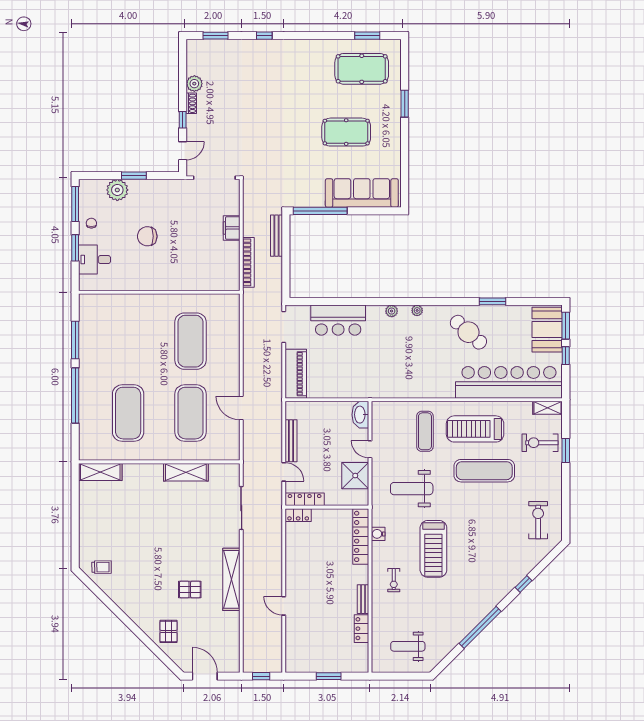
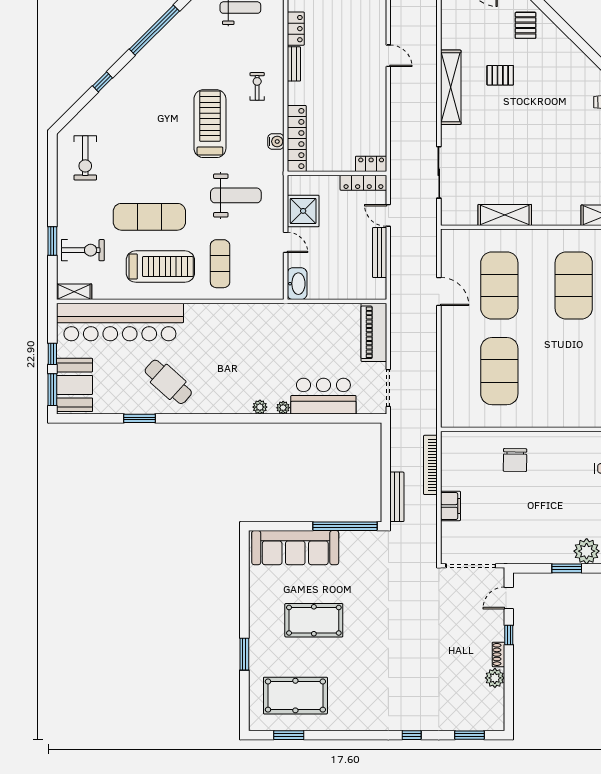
chair: (147, 236) -> (515, 460), moved, turned 91
plant: (417, 310) -> (283, 408), moved

